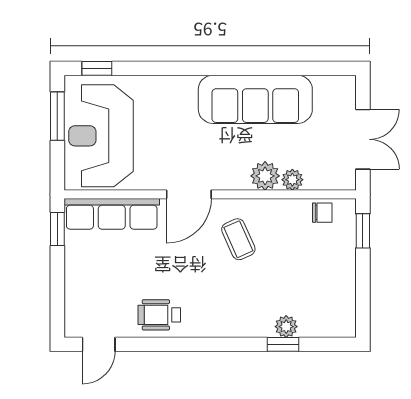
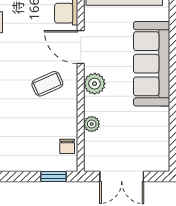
sofa: (255, 99) -> (152, 64), moved
plant: (265, 176) -> (95, 84), moved

